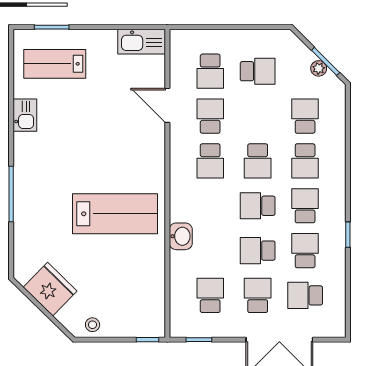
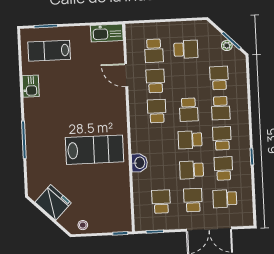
school desk: (210, 161) -> (157, 111), turned 180

